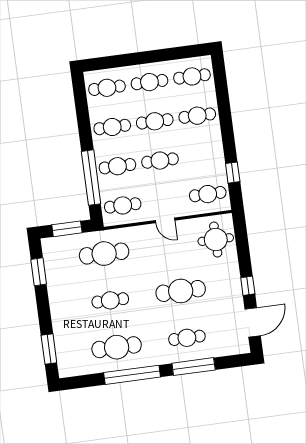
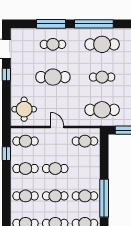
cafe table: (117, 166) -> (25, 169), moved
window: (91, 178) -> (104, 198), moved

